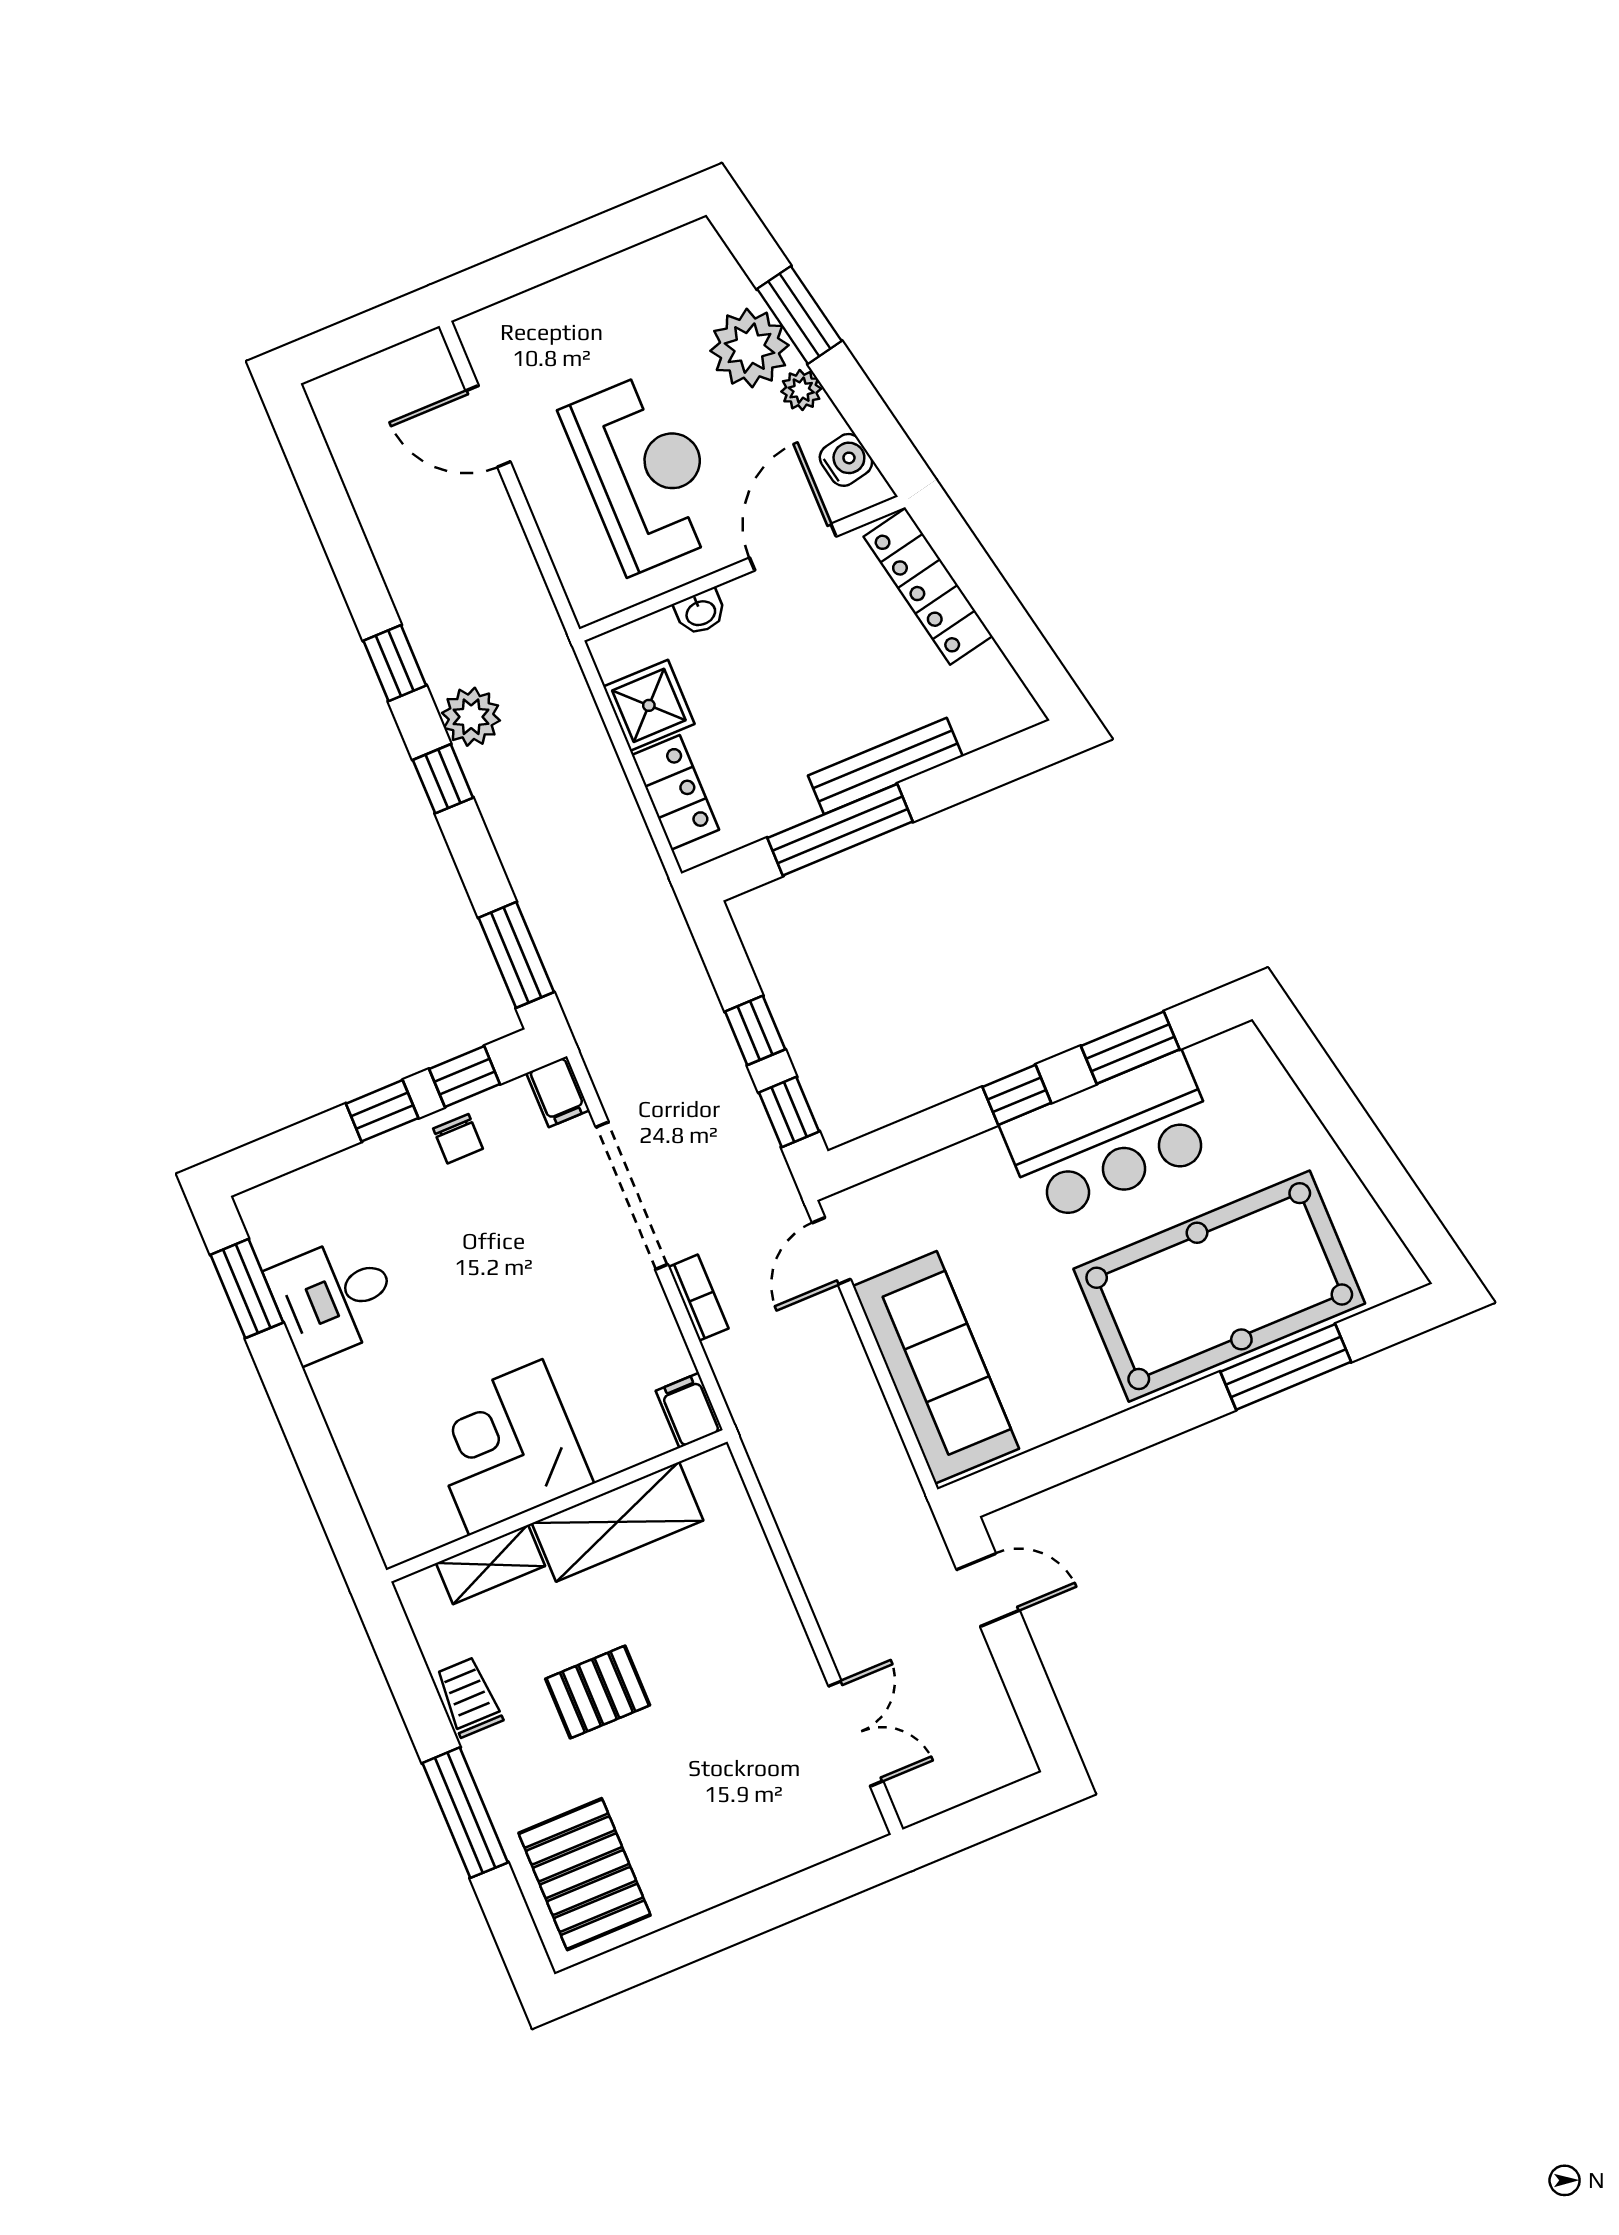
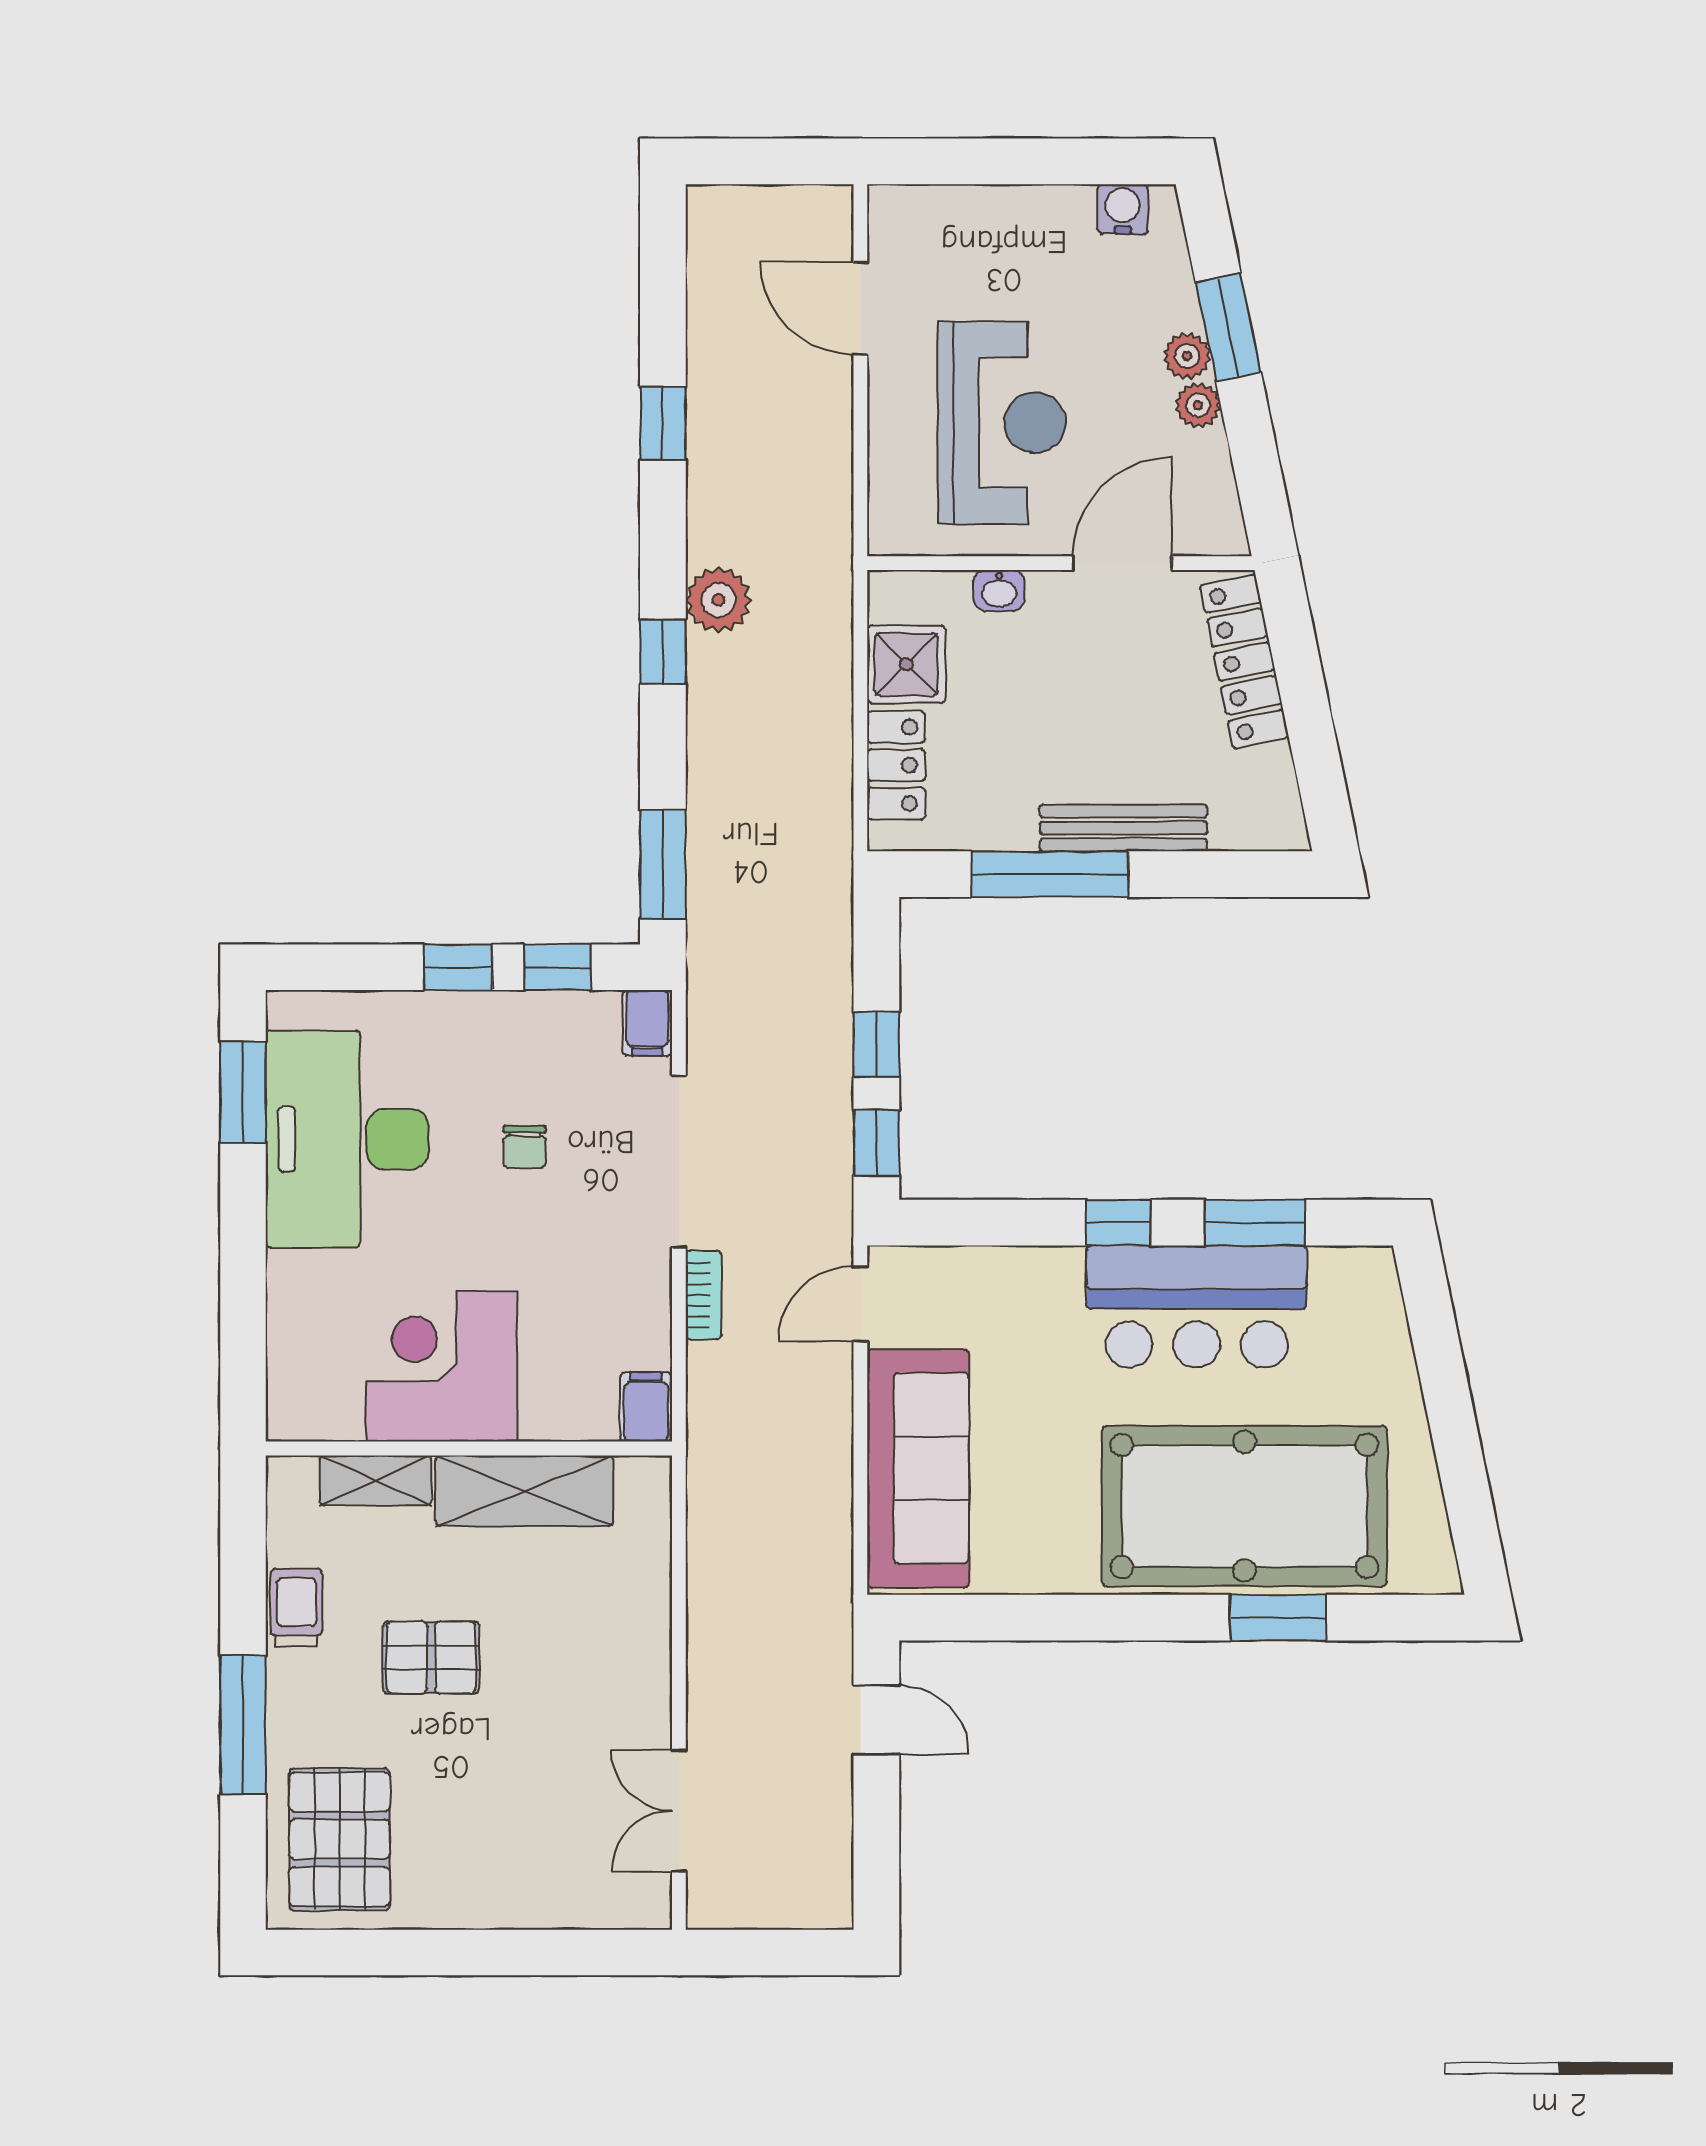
plant: (750, 348) -> (1187, 356), width x0.53, depth x0.53
water cooler: (846, 460) -> (1123, 209), moved, turned -78
window: (395, 663) -> (663, 423), moved
chair: (458, 1139) -> (525, 1147), moved
desk: (334, 1298) -> (347, 1139), width x1.87, depth x1.30
window: (1286, 1367) -> (1278, 1618), width x0.69
double door: (856, 1734) -> (679, 1811), swing flipped

